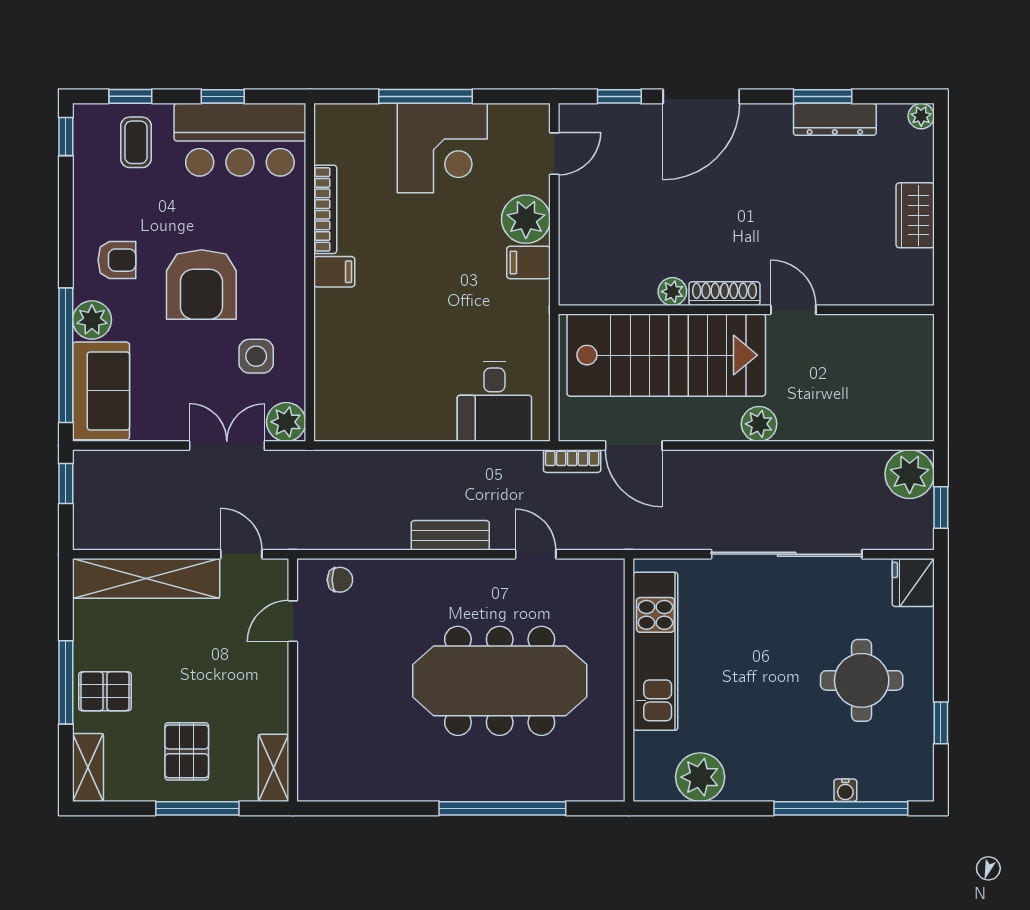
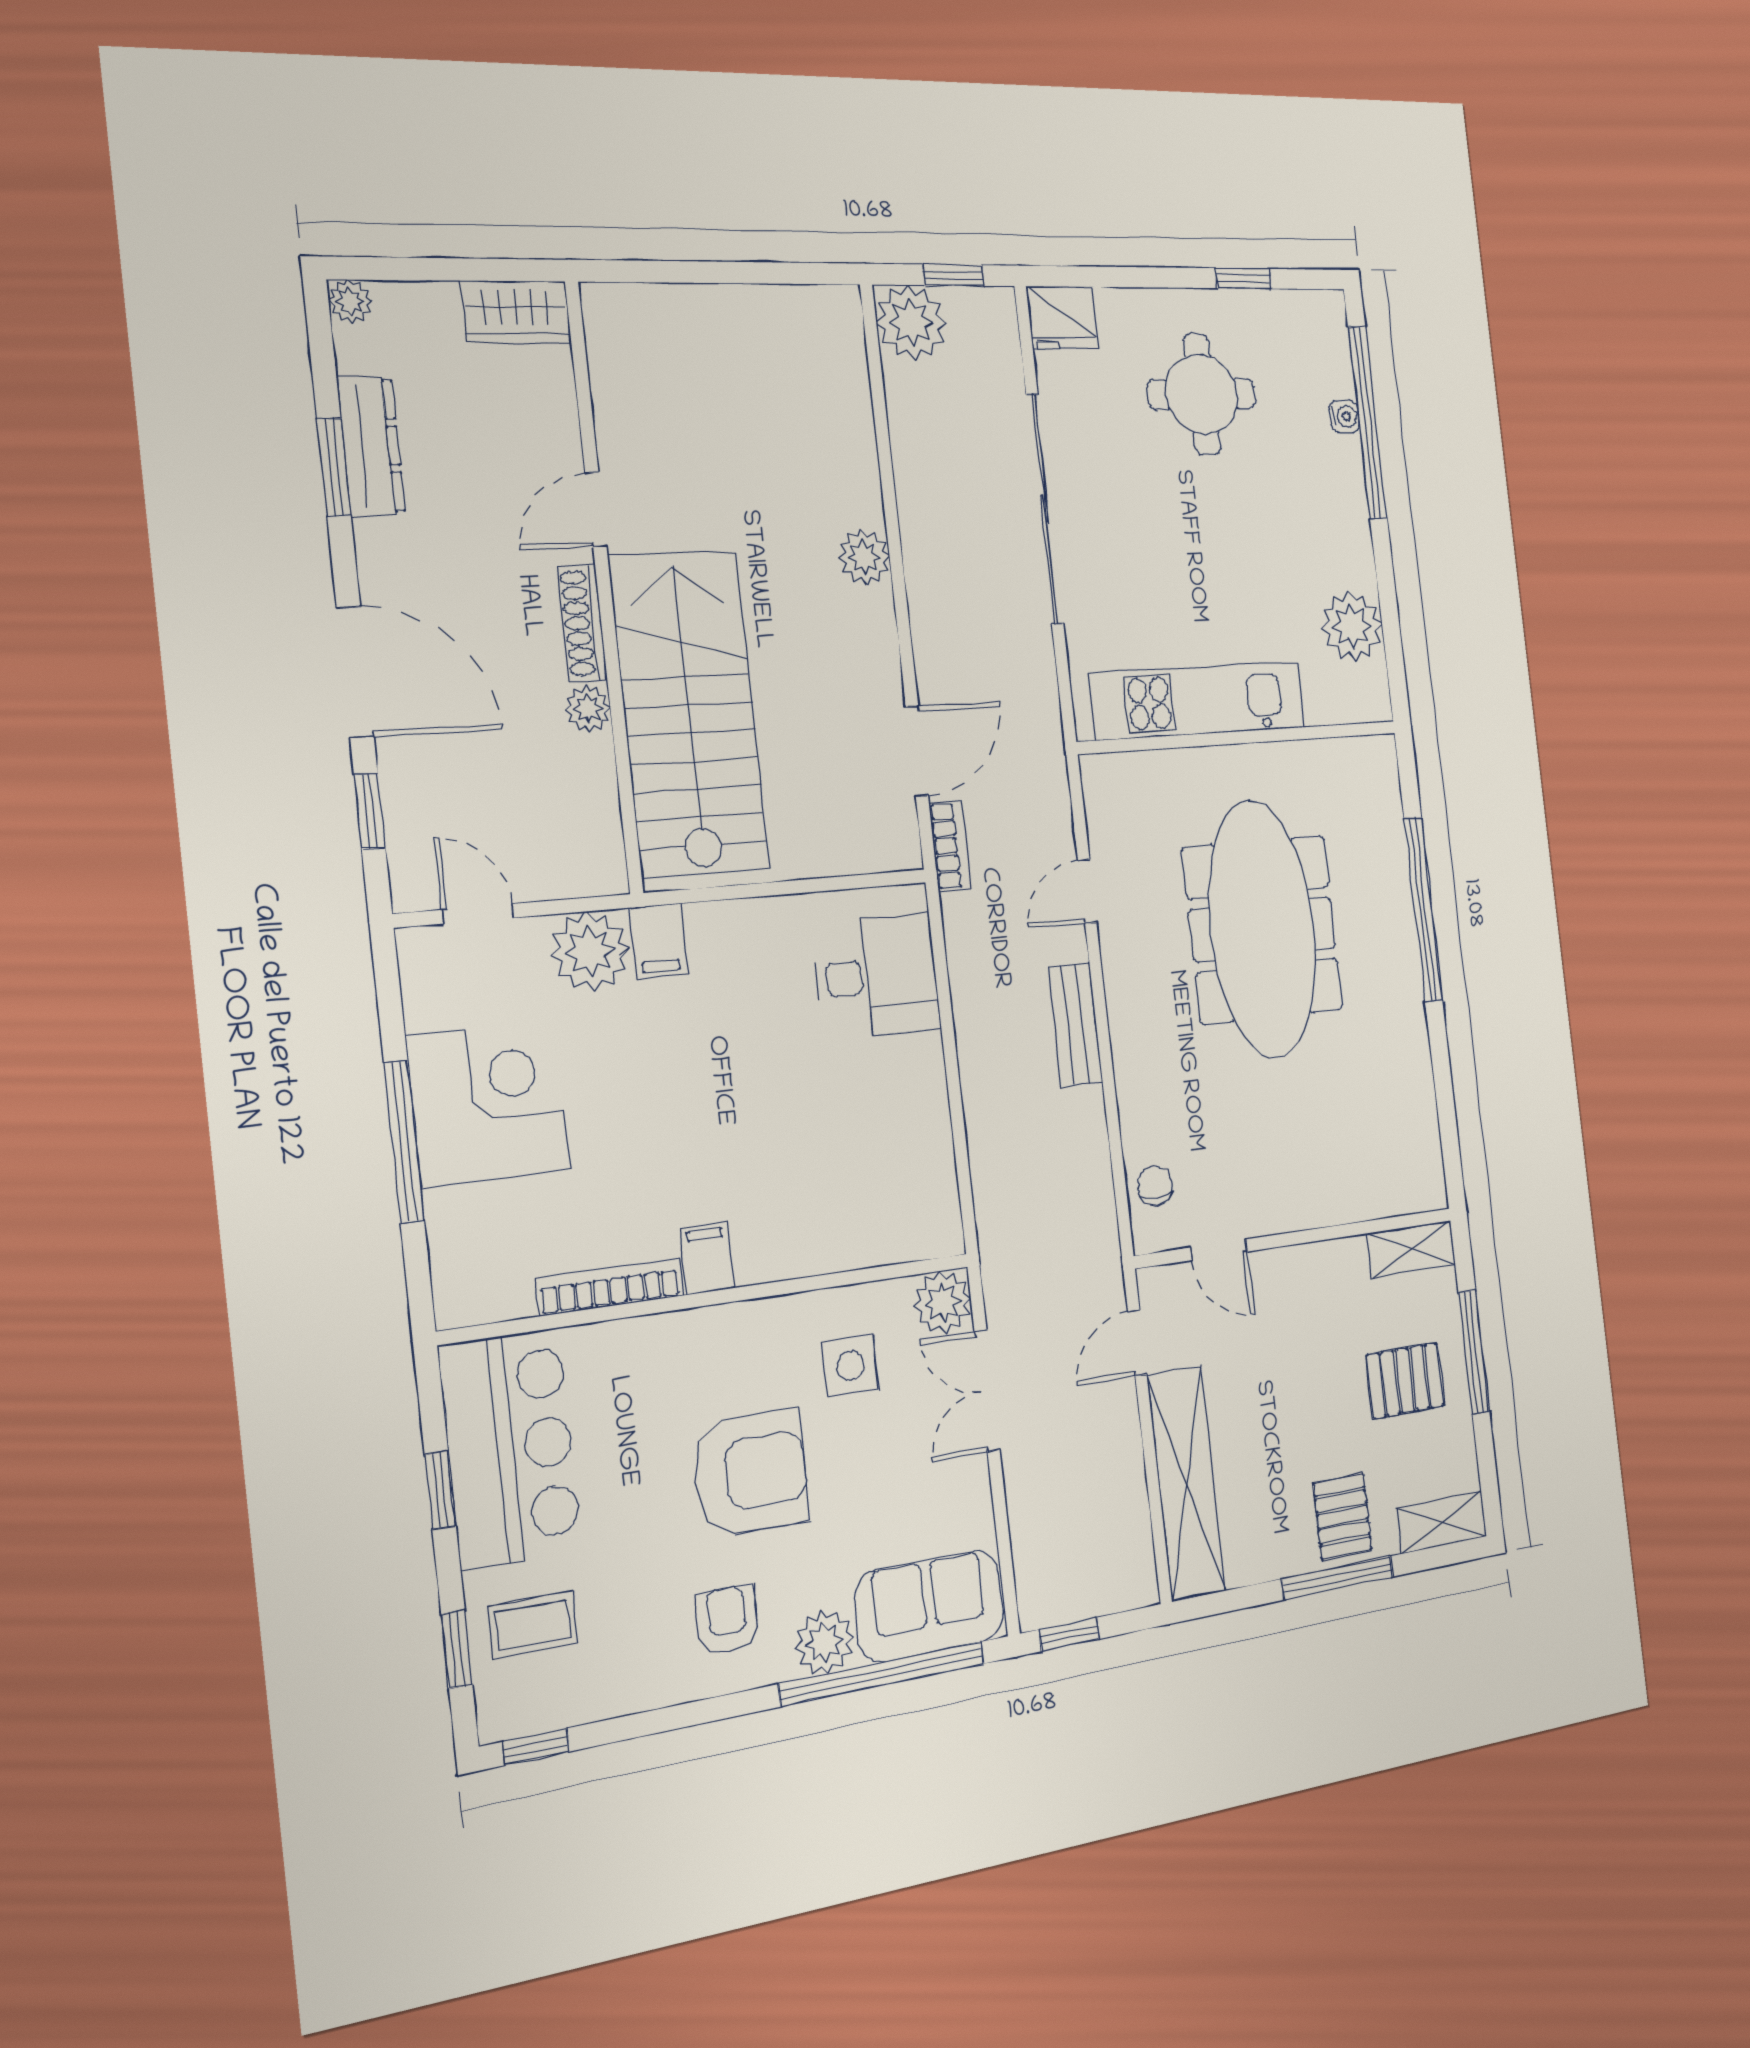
plant: (672, 292) -> (588, 709), moved
shoe rack: (724, 294) -> (582, 623), moved
wall: (746, 310) -> (604, 587), moved
door: (793, 310) -> (596, 510), moved
stairs: (666, 355) -> (689, 713), moved

